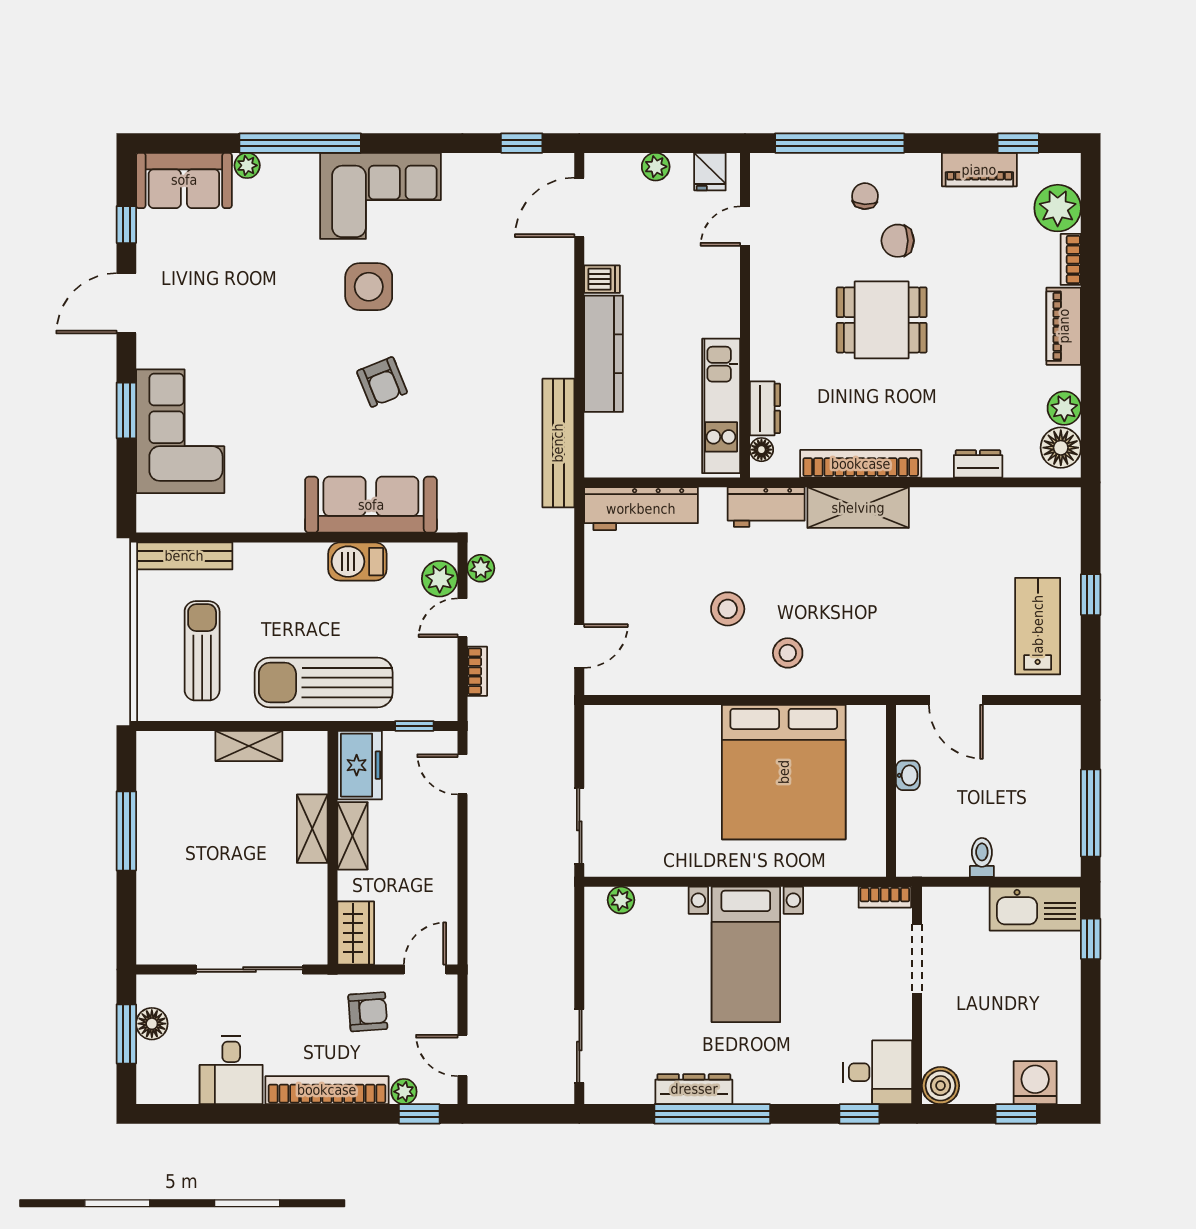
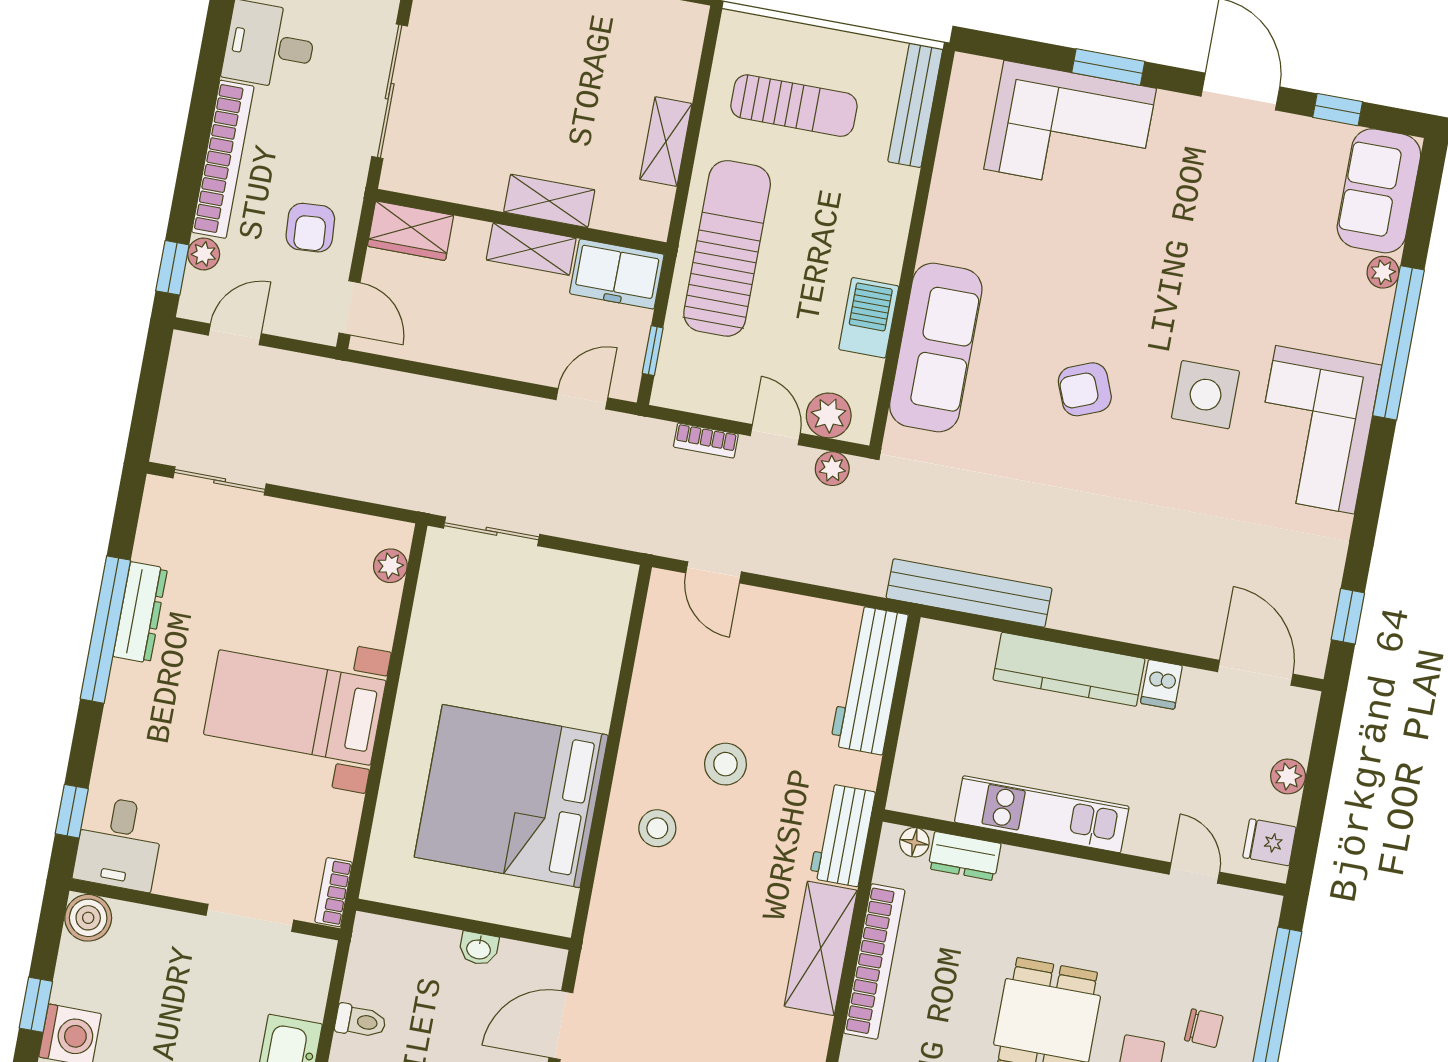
kitchen unit: (721, 406) -> (1042, 814), moved

